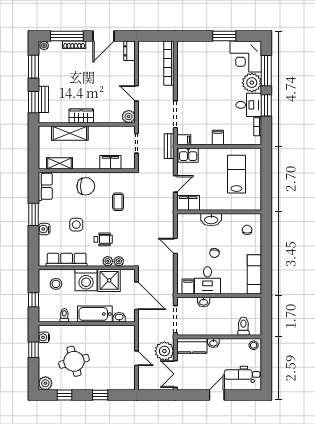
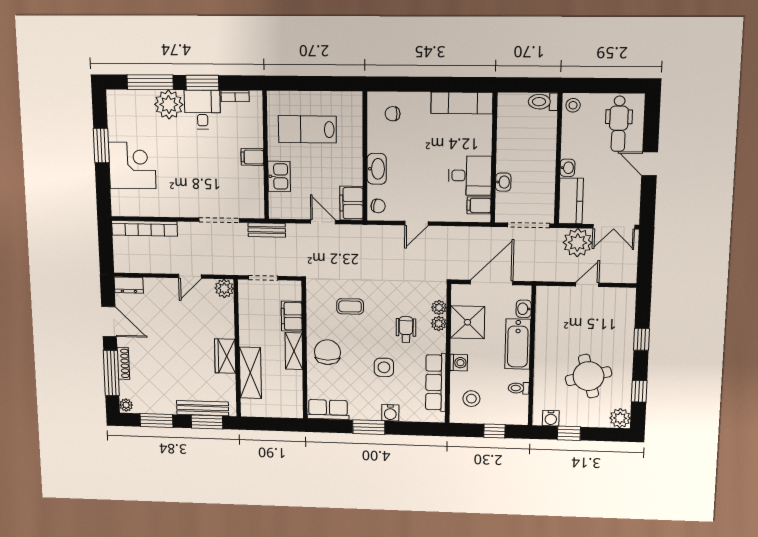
corner desk: (246, 56) -> (132, 165), moved, turned -90
bench: (43, 99) -> (203, 408), width x1.36
filing cabinet: (184, 140) -> (257, 208), removed
kitchen sink: (188, 155) -> (279, 176), moved
shelving: (59, 163) -> (294, 351), moved
chair: (214, 253) -> (378, 206), moved
washing machine: (86, 280) -> (459, 363), width x0.53, depth x0.53
toilet: (243, 326) -> (543, 102), moved

